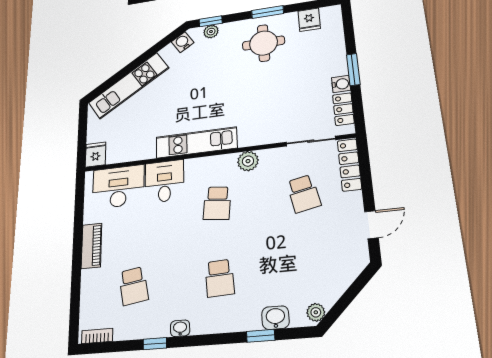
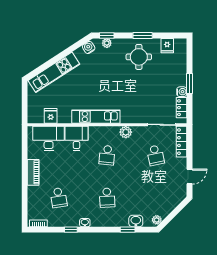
fridge: (96, 154) -> (51, 116), moved

